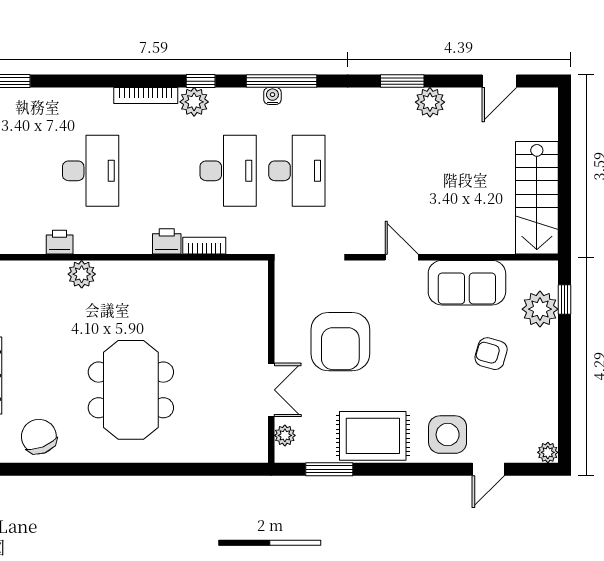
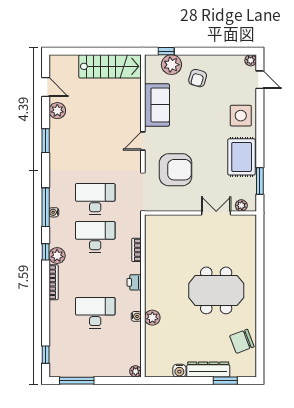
plant: (430, 102) -> (57, 111), moved
printer: (167, 241) -> (134, 282), moved
printer: (60, 242) -> (135, 330), removed
water cooler: (84, 245) -> (136, 316), added
armchair: (340, 342) -> (176, 170), moved
armchair: (491, 354) -> (198, 78), moved
door: (488, 469) -> (260, 80), moved

